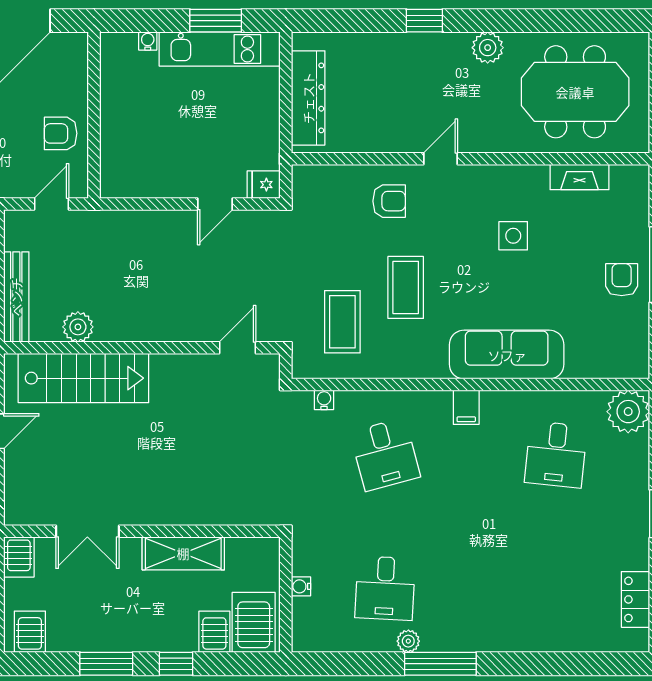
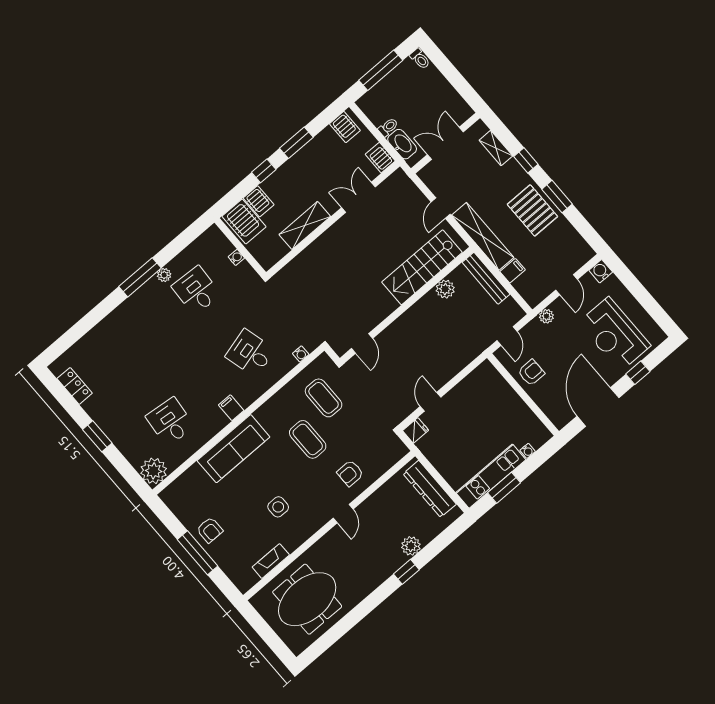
plant: (488, 48) -> (411, 546), moved

